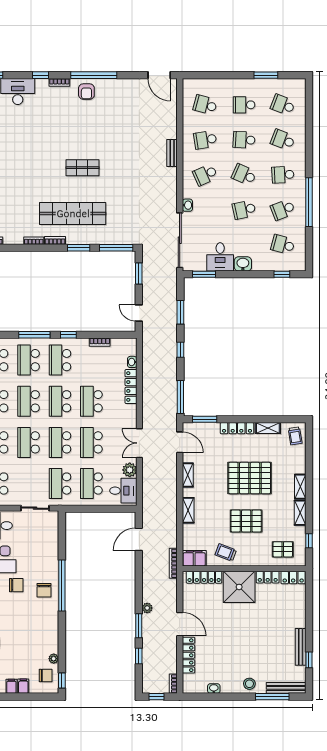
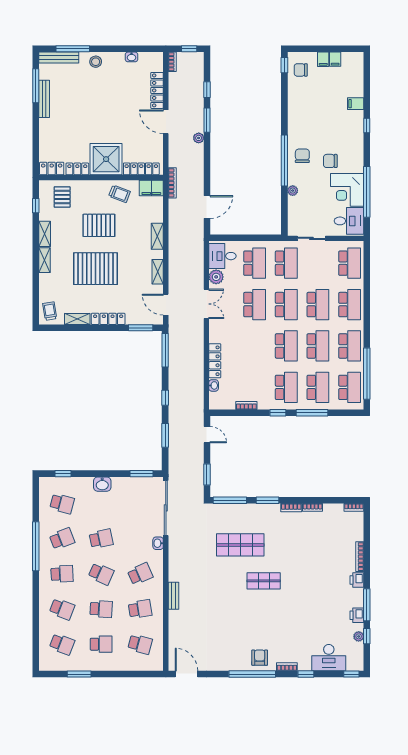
shop shelf: (73, 213) -> (240, 545), moved, width x0.71
desk: (220, 257) -> (125, 491), removed
school desk: (91, 401) -> (255, 346), removed
pallet: (283, 549) -> (62, 197), turned 90
plant: (54, 659) -> (293, 191), moved
window: (309, 660) -> (36, 86), width x2.17

